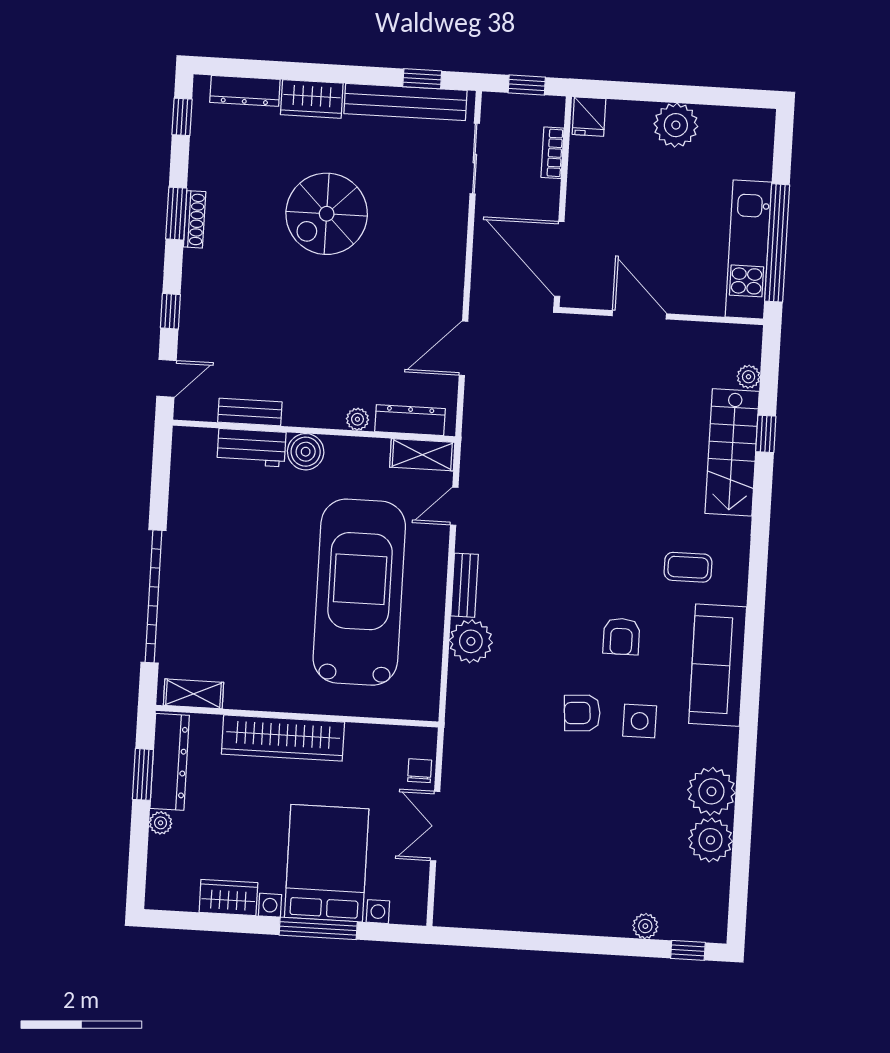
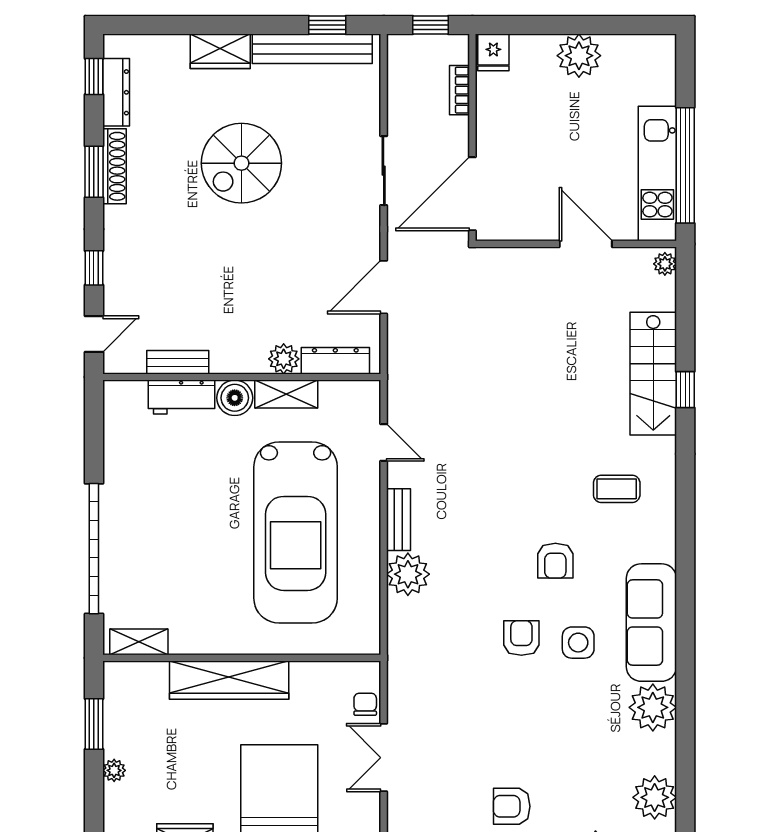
dresser: (245, 91) -> (116, 92), moved, turned -90
sliding door: (475, 159) -> (384, 171), moved
shoe rack: (195, 219) -> (114, 166), width x1.36, depth x1.24
door: (559, 259) -> (472, 194), hinge flipped
door: (639, 315) -> (586, 244), moved
plant: (749, 377) -> (665, 264), moved
plant: (357, 419) -> (284, 359), width x1.38, depth x1.38
window: (766, 434) -> (685, 390), moved
shelving: (422, 455) -> (286, 394), moved
door: (454, 506) -> (384, 443), swing flipped
car: (359, 592) -> (296, 533), turned 180
sofa: (718, 665) -> (651, 623), moved
armchair: (582, 713) -> (521, 638), turned 94
dresser: (170, 762) -> (119, 710), removed
plant: (711, 840) -> (655, 797), moved
armchair: (562, 883) -> (512, 806), added

